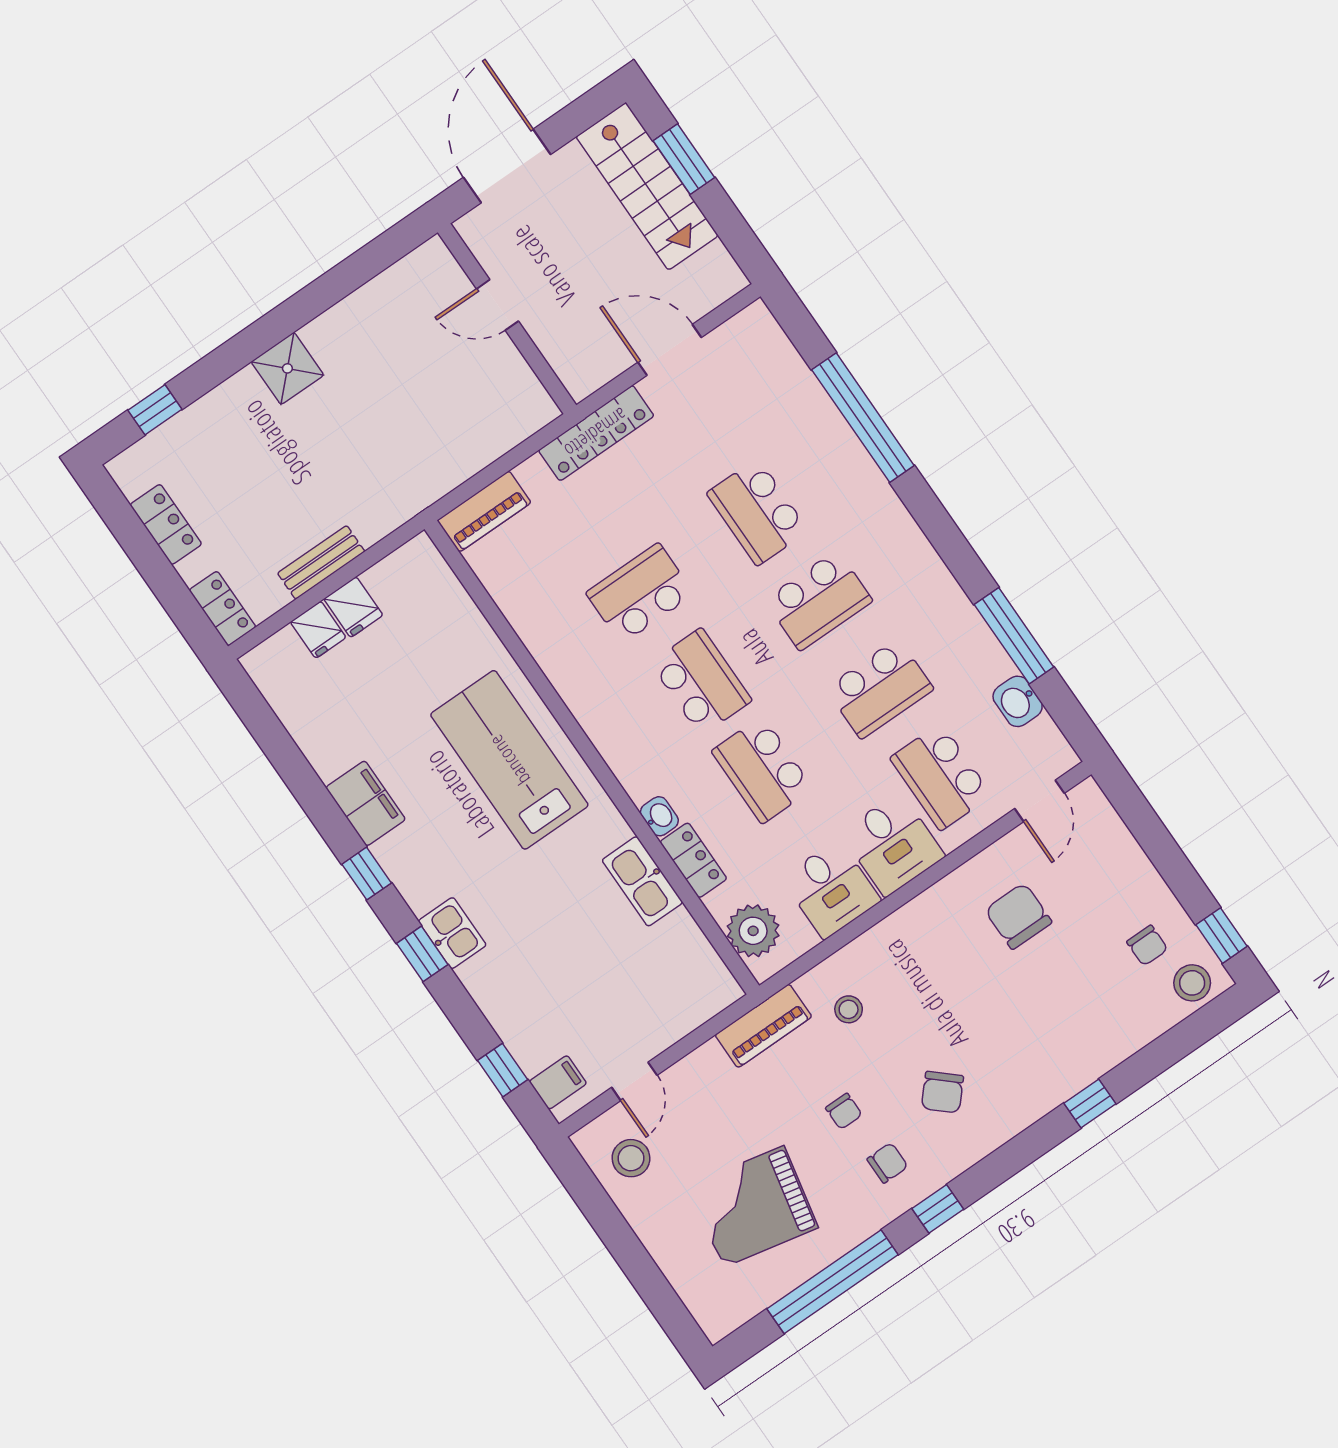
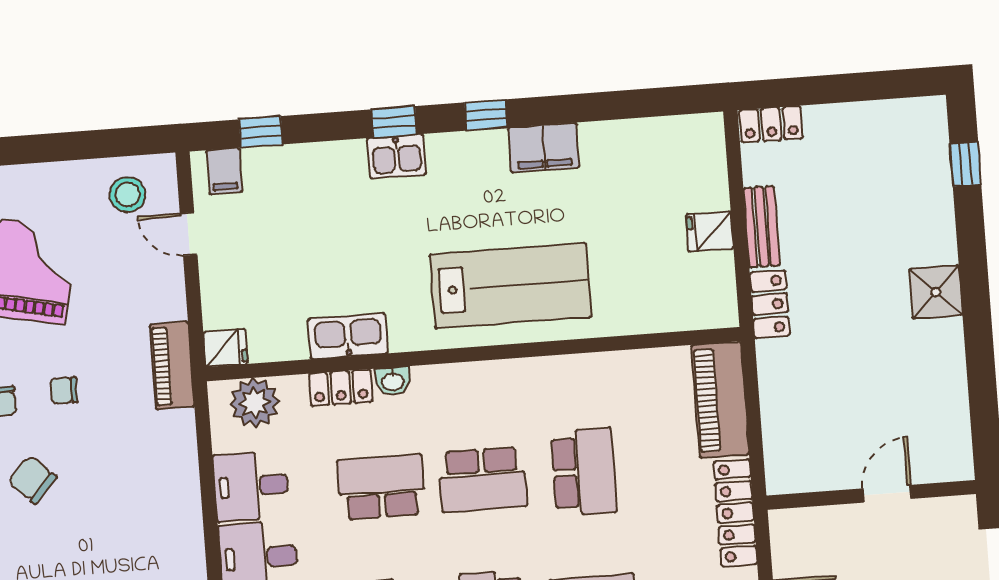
piano: (484, 511) -> (720, 400), width x1.37, depth x1.33
locker: (166, 524) -> (770, 304), moved, turned -90
fridge: (318, 630) -> (226, 348), moved, turned 180
stool: (849, 1009) -> (145, 443), removed

